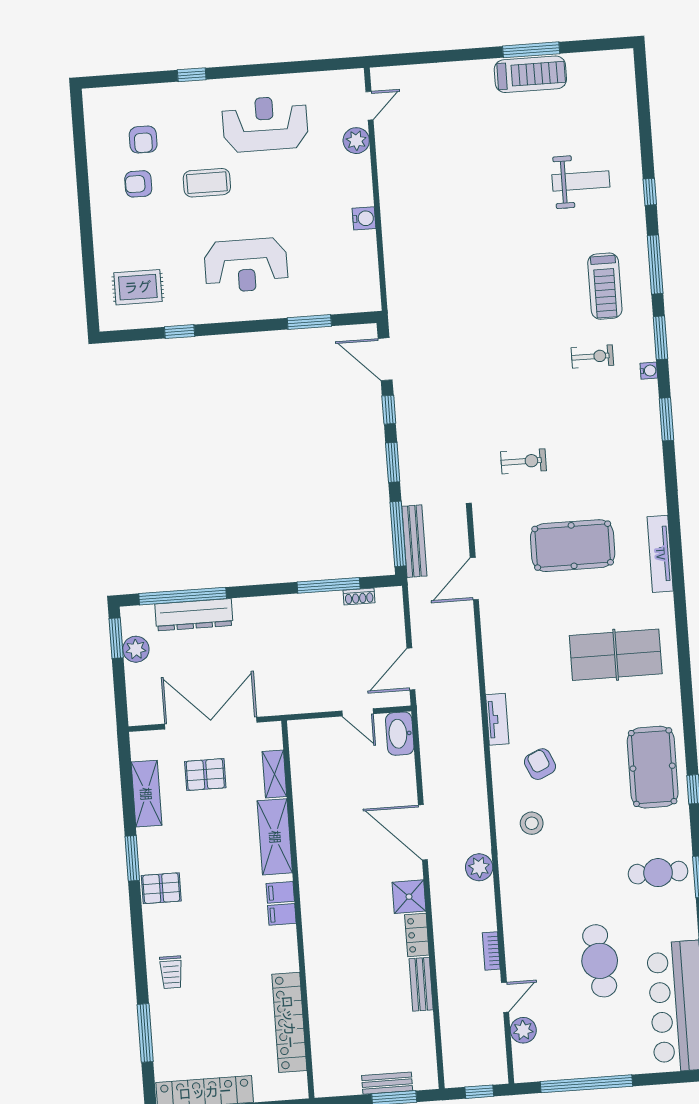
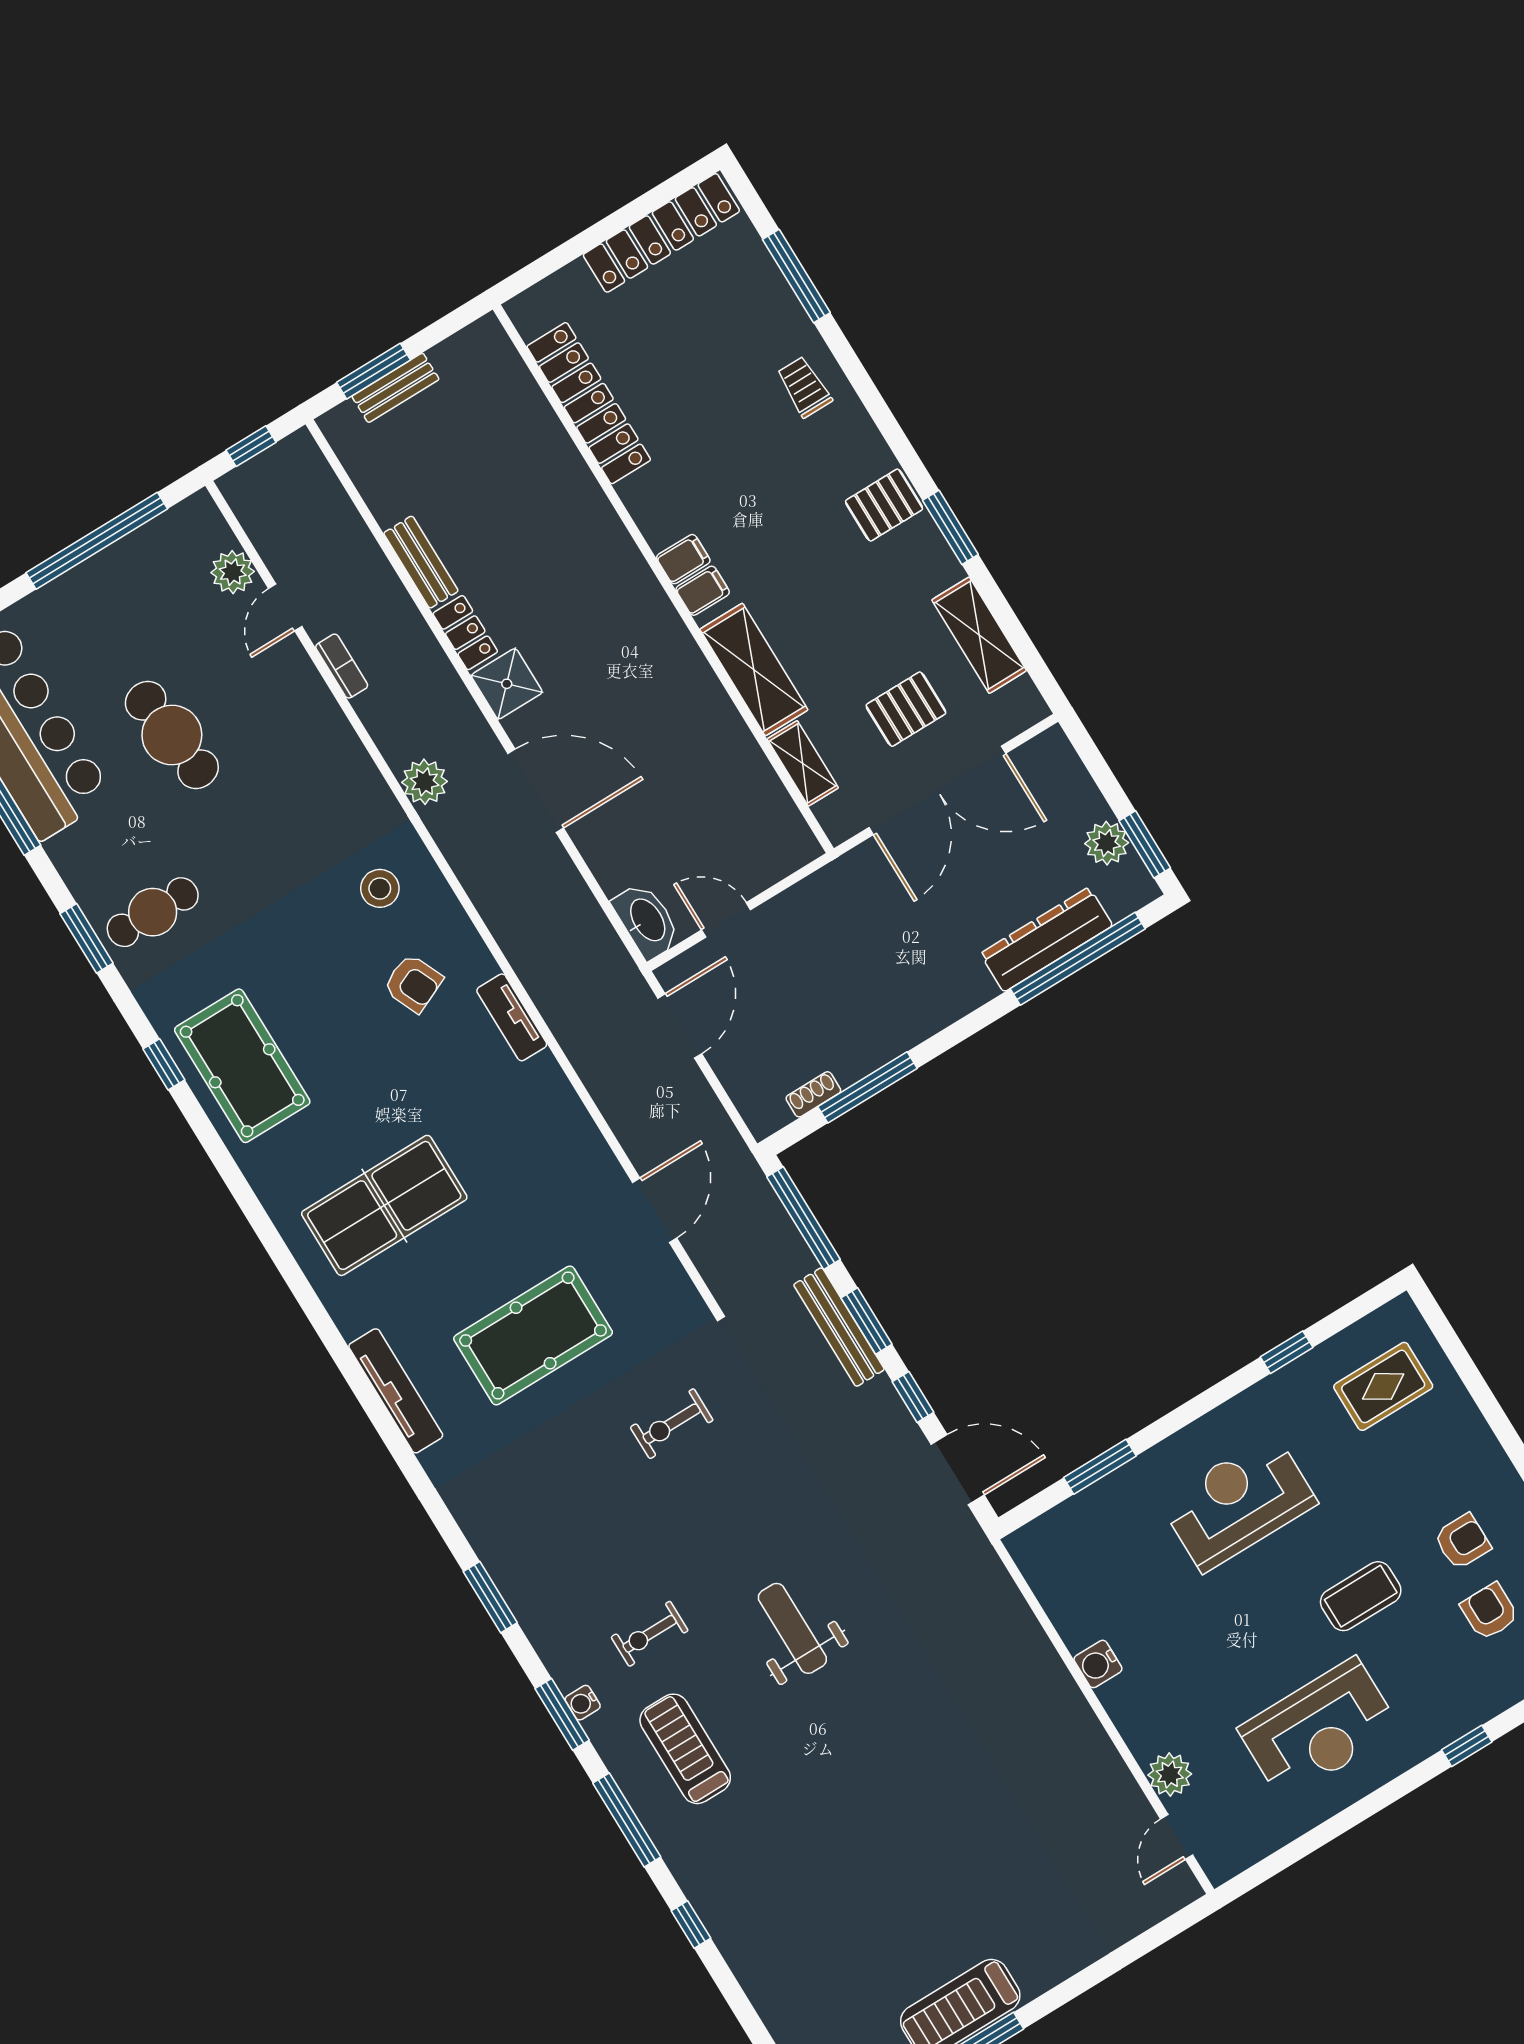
weight bench: (581, 181) -> (792, 1628), moved, turned 90
water cooler: (649, 371) -> (583, 1703), moved
bench: (414, 541) -> (839, 1327), moved

